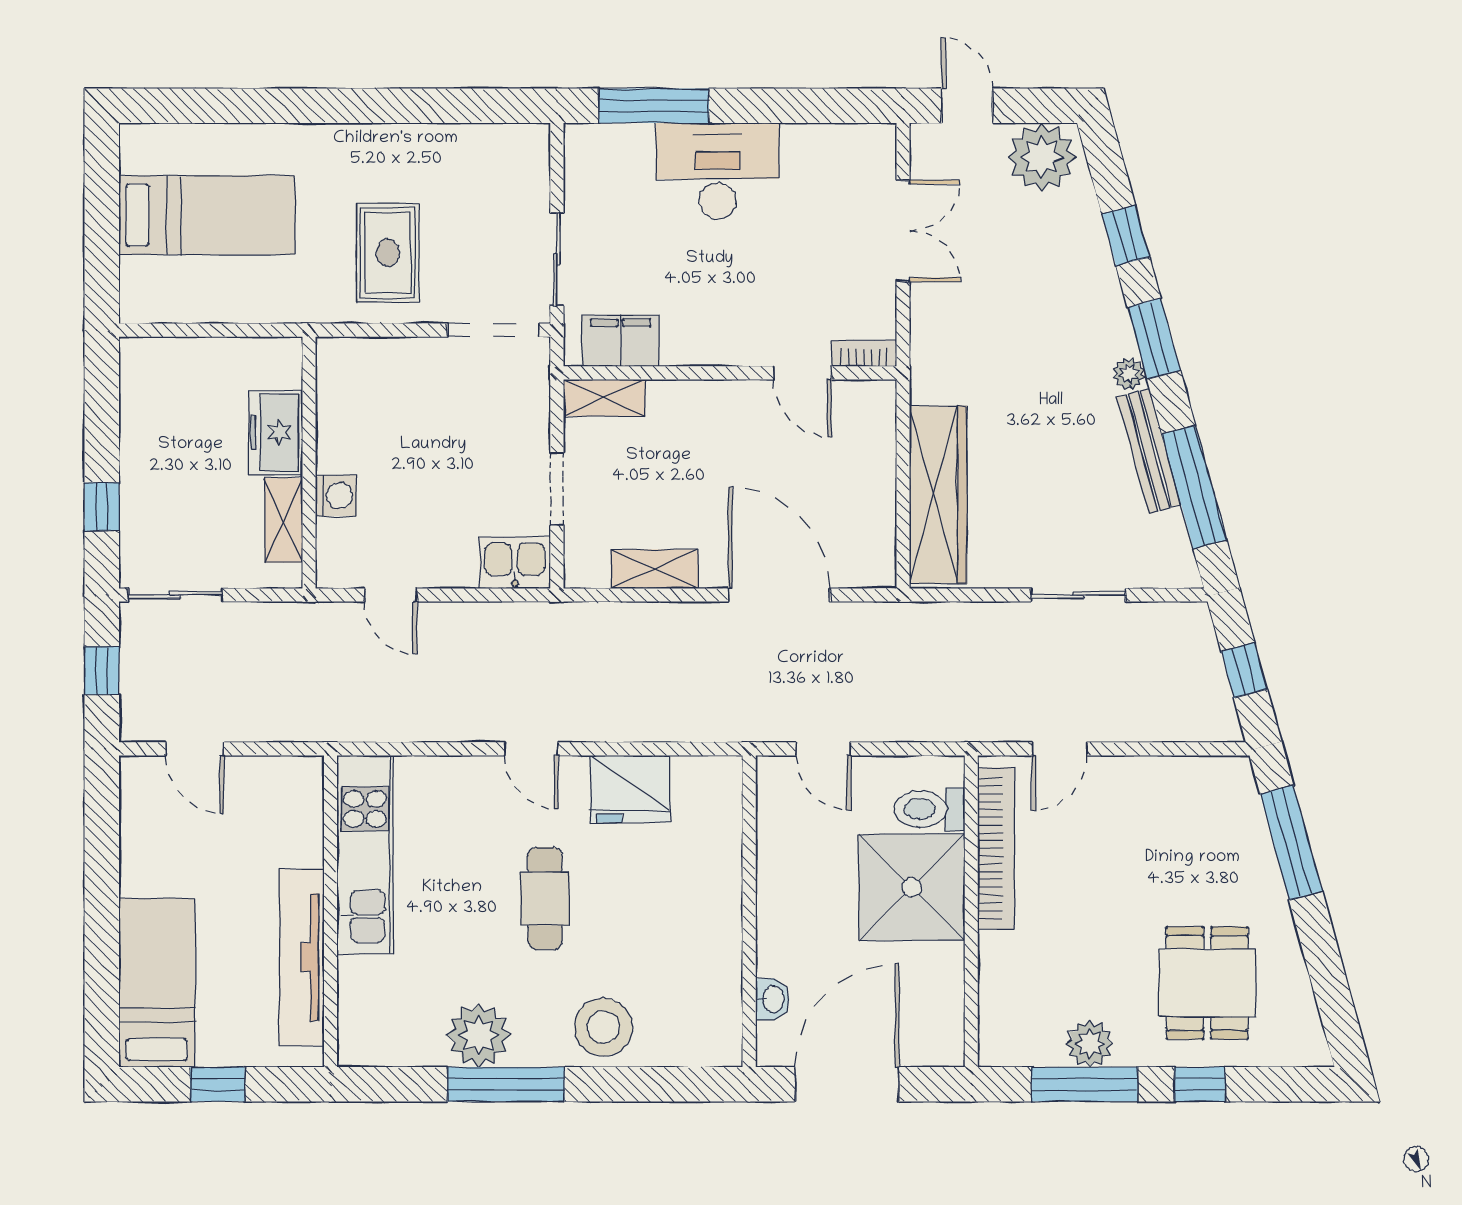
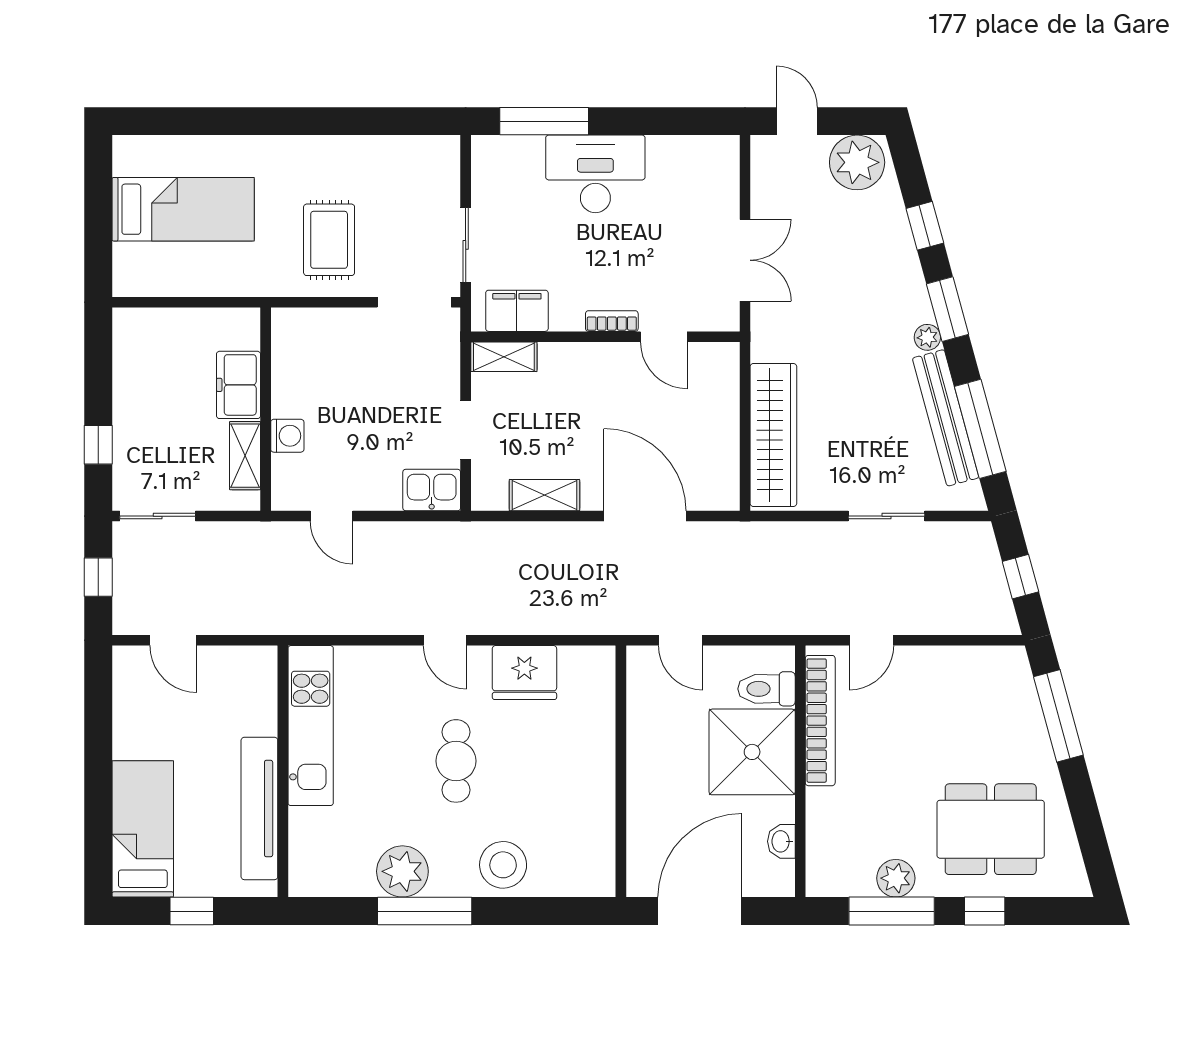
double door: (903, 231) -> (745, 260), moved
bookcase: (864, 353) -> (612, 321), moved
bench: (1149, 451) -> (946, 418), width x1.37, depth x1.21
dining table: (1207, 983) -> (991, 829), width x1.38
washbasin: (772, 999) -> (781, 841), moved, turned 180

